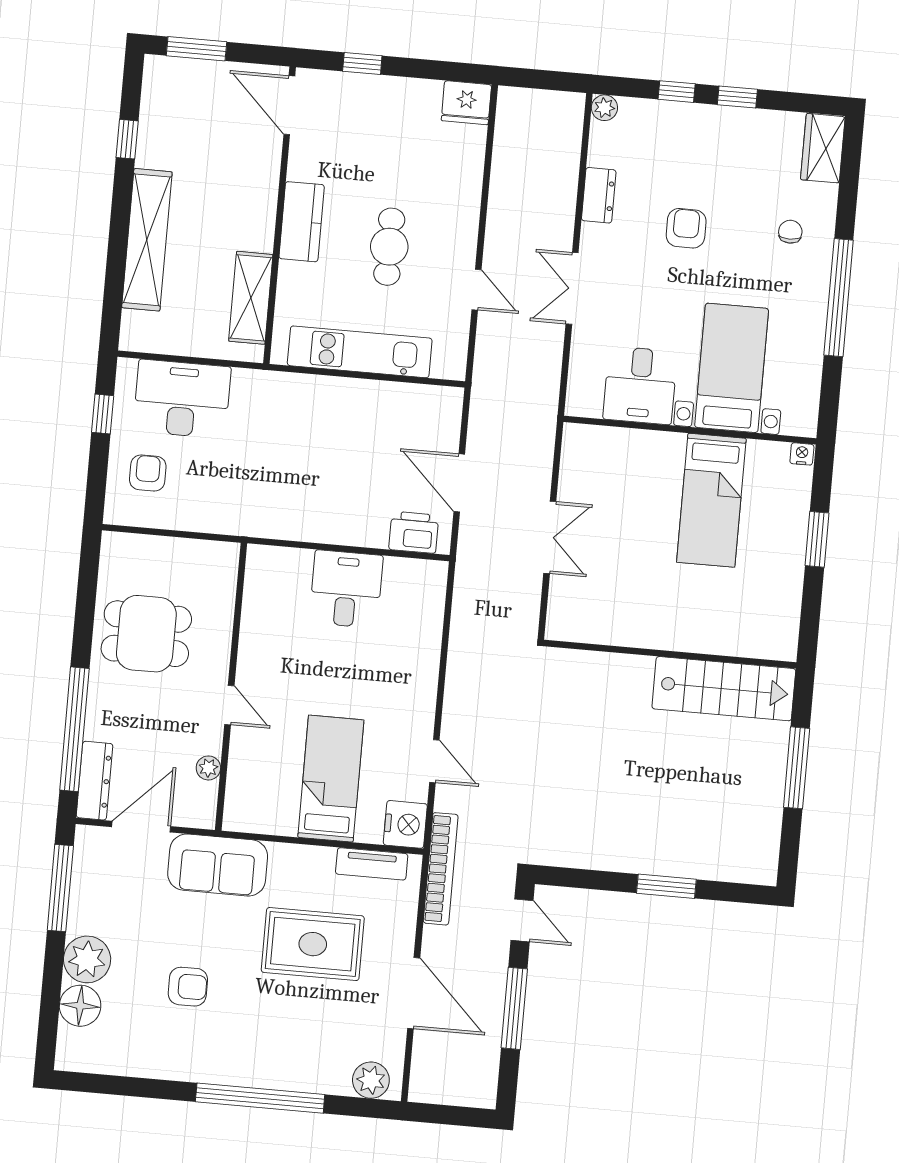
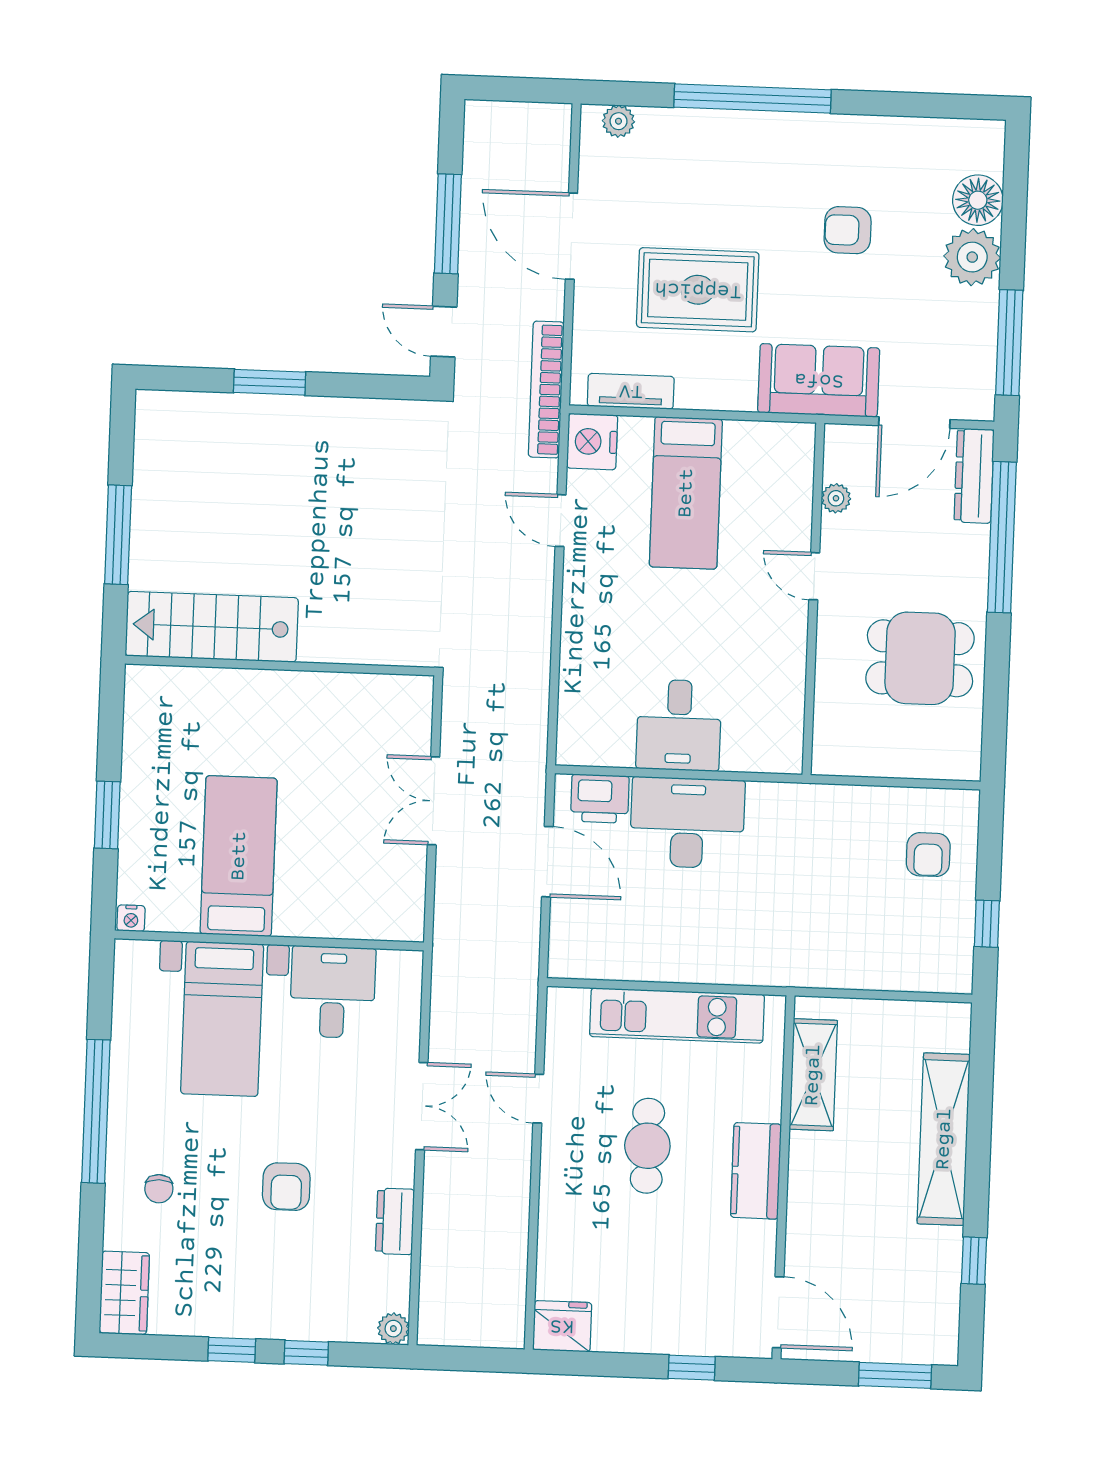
desk: (182, 399) -> (687, 823), moved, turned 180
plant: (371, 1080) -> (618, 121), width x0.73, depth x0.73

